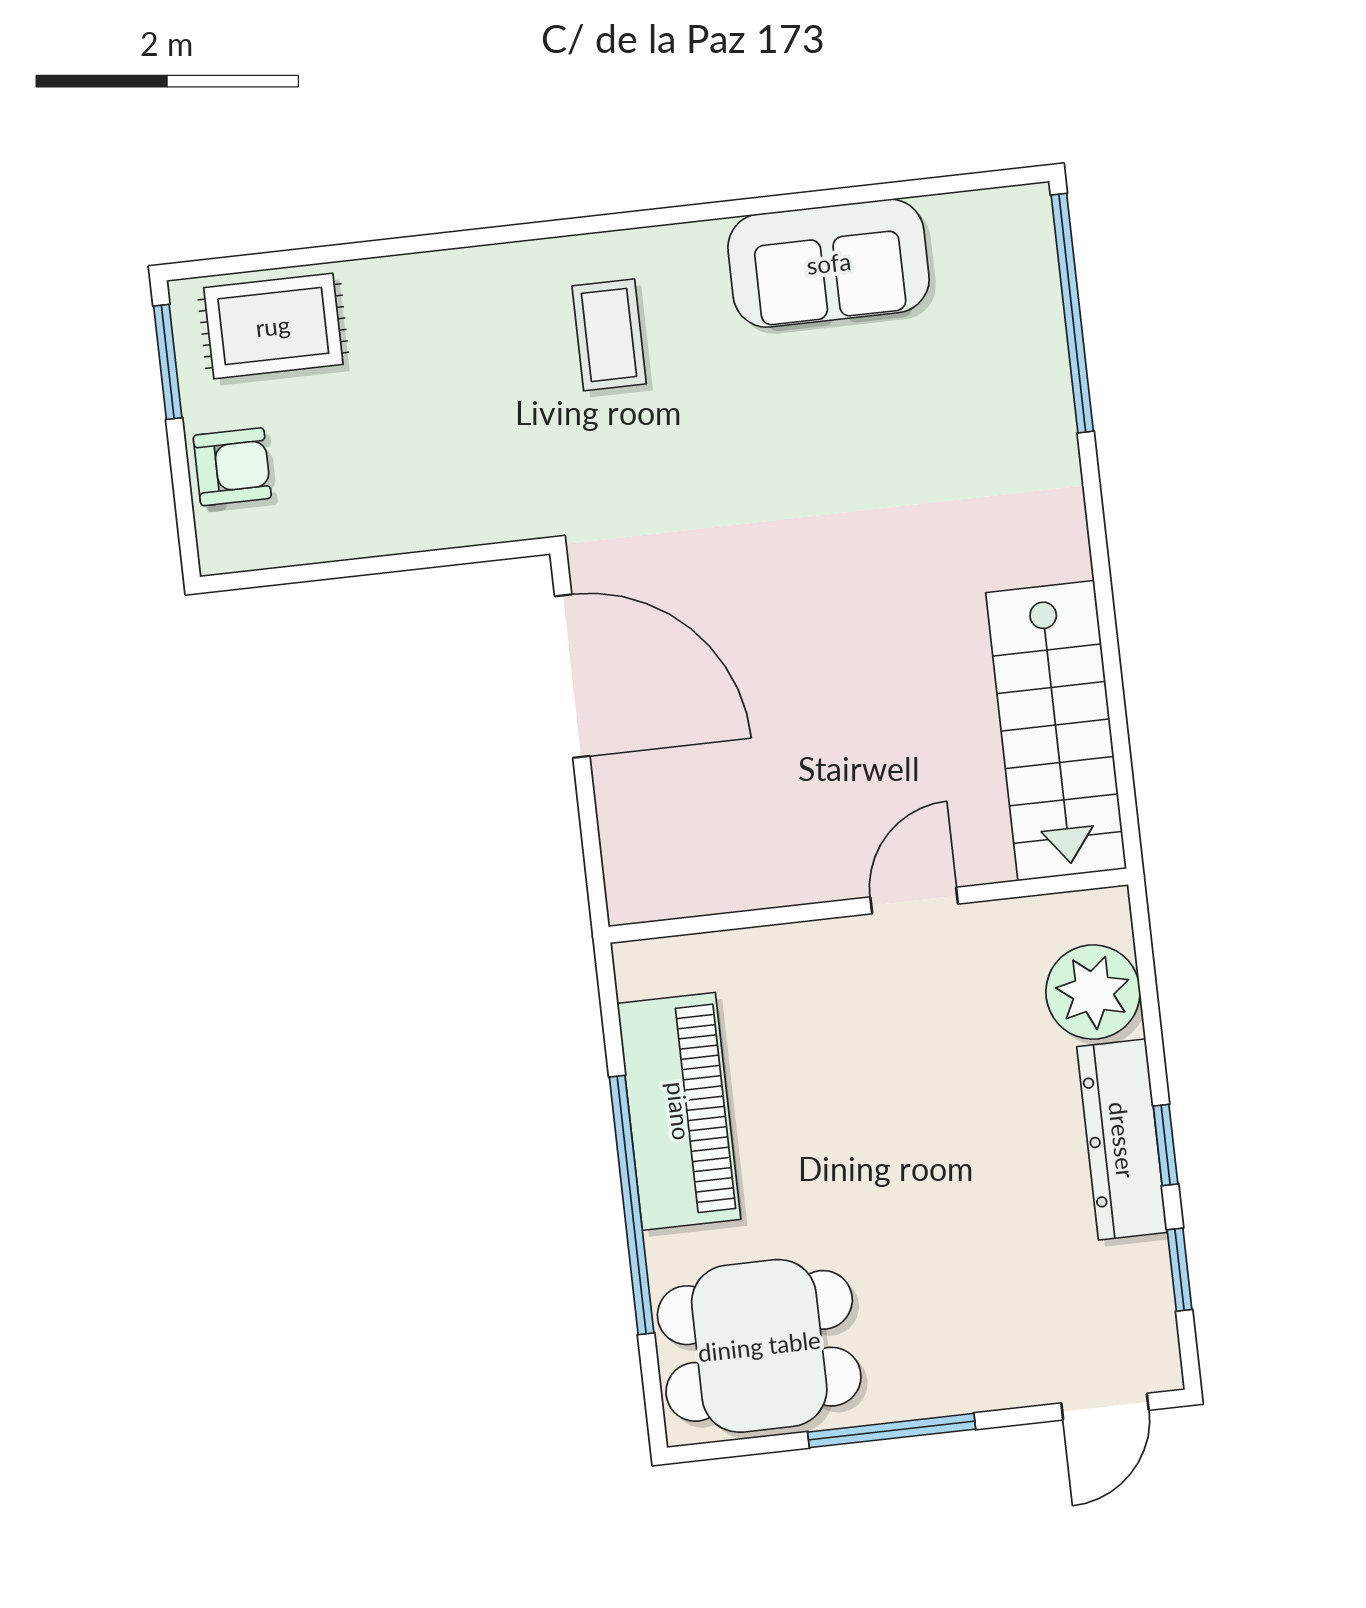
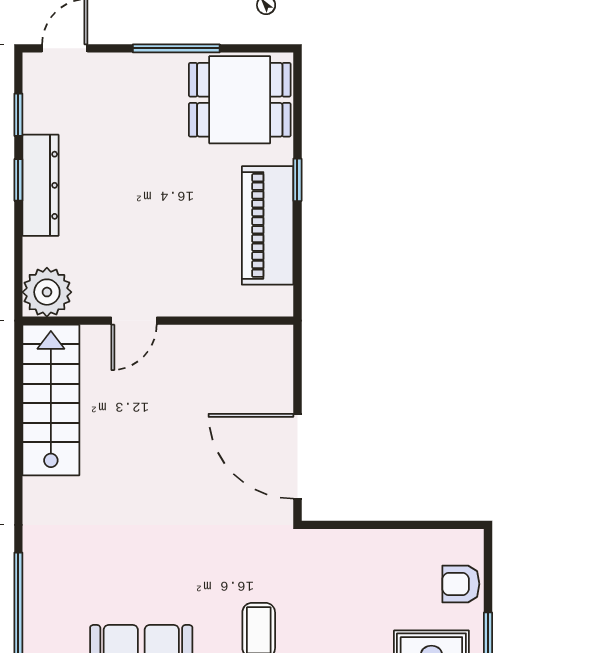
plant: (1093, 992) -> (47, 292), moved
window: (632, 1205) -> (297, 180), width x0.32

